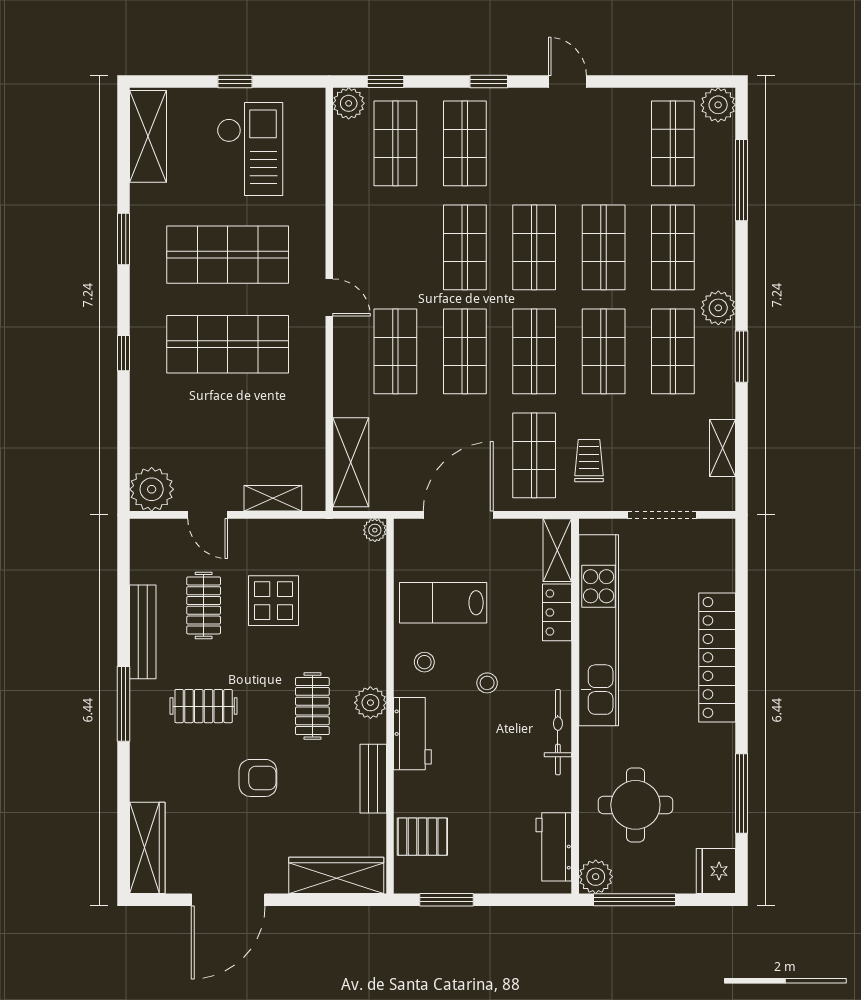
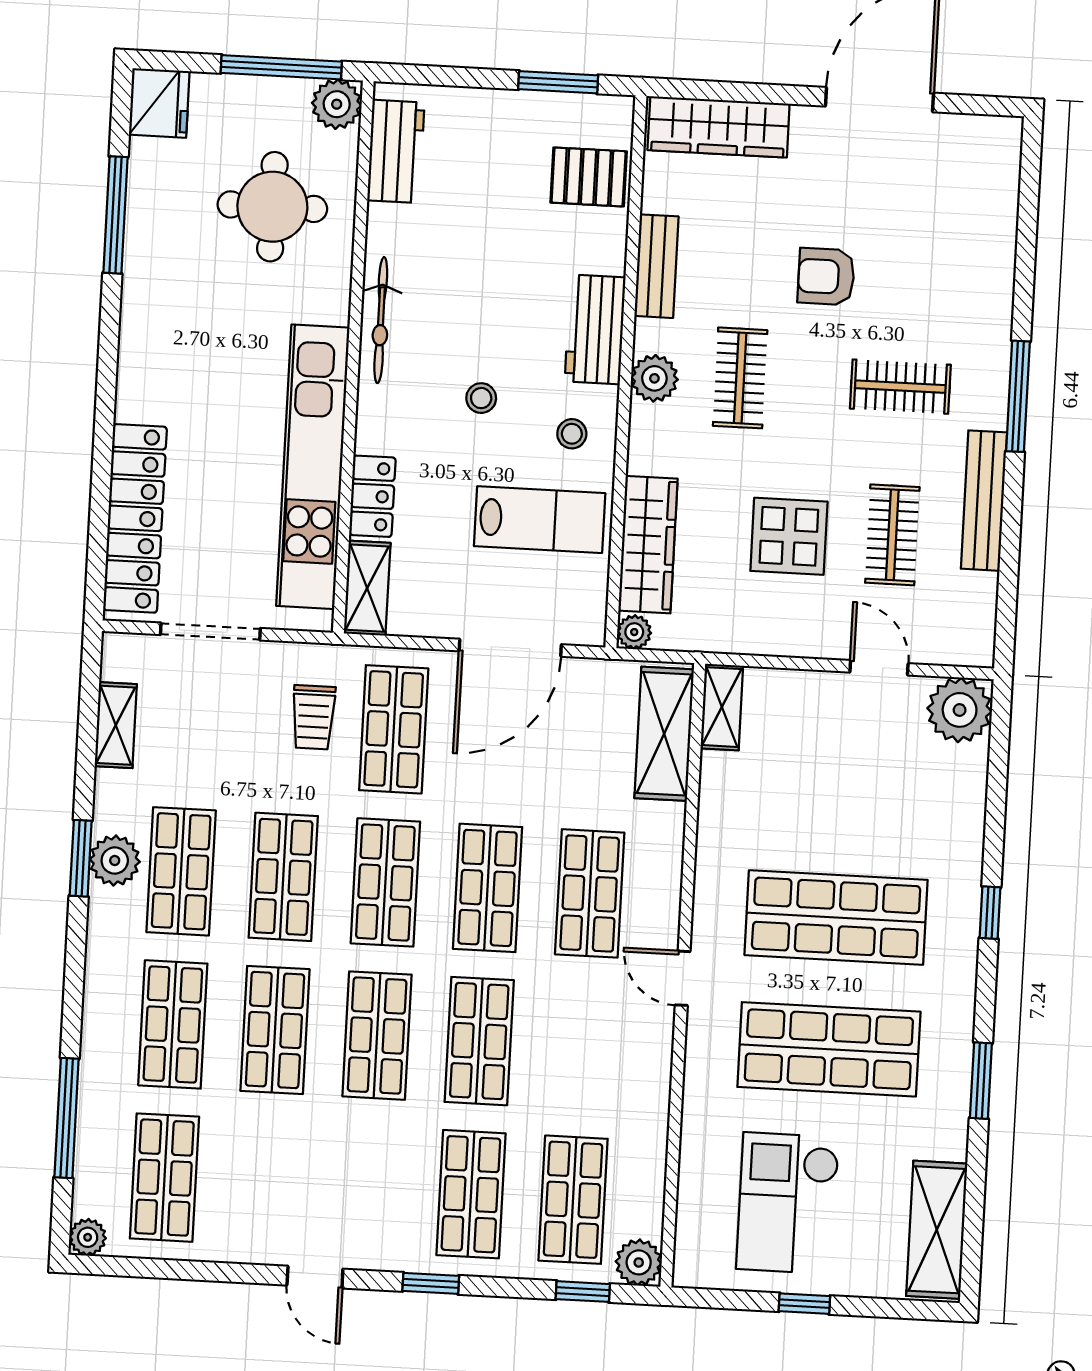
plant: (718, 105) -> (88, 1237), width x0.73, depth x0.73
plant: (718, 308) -> (115, 861), moved
shelving: (273, 498) -> (722, 707), moved, turned 90
locker: (717, 657) -> (135, 518), moved
wardrobe: (147, 848) -> (648, 545), moved, turned 180

